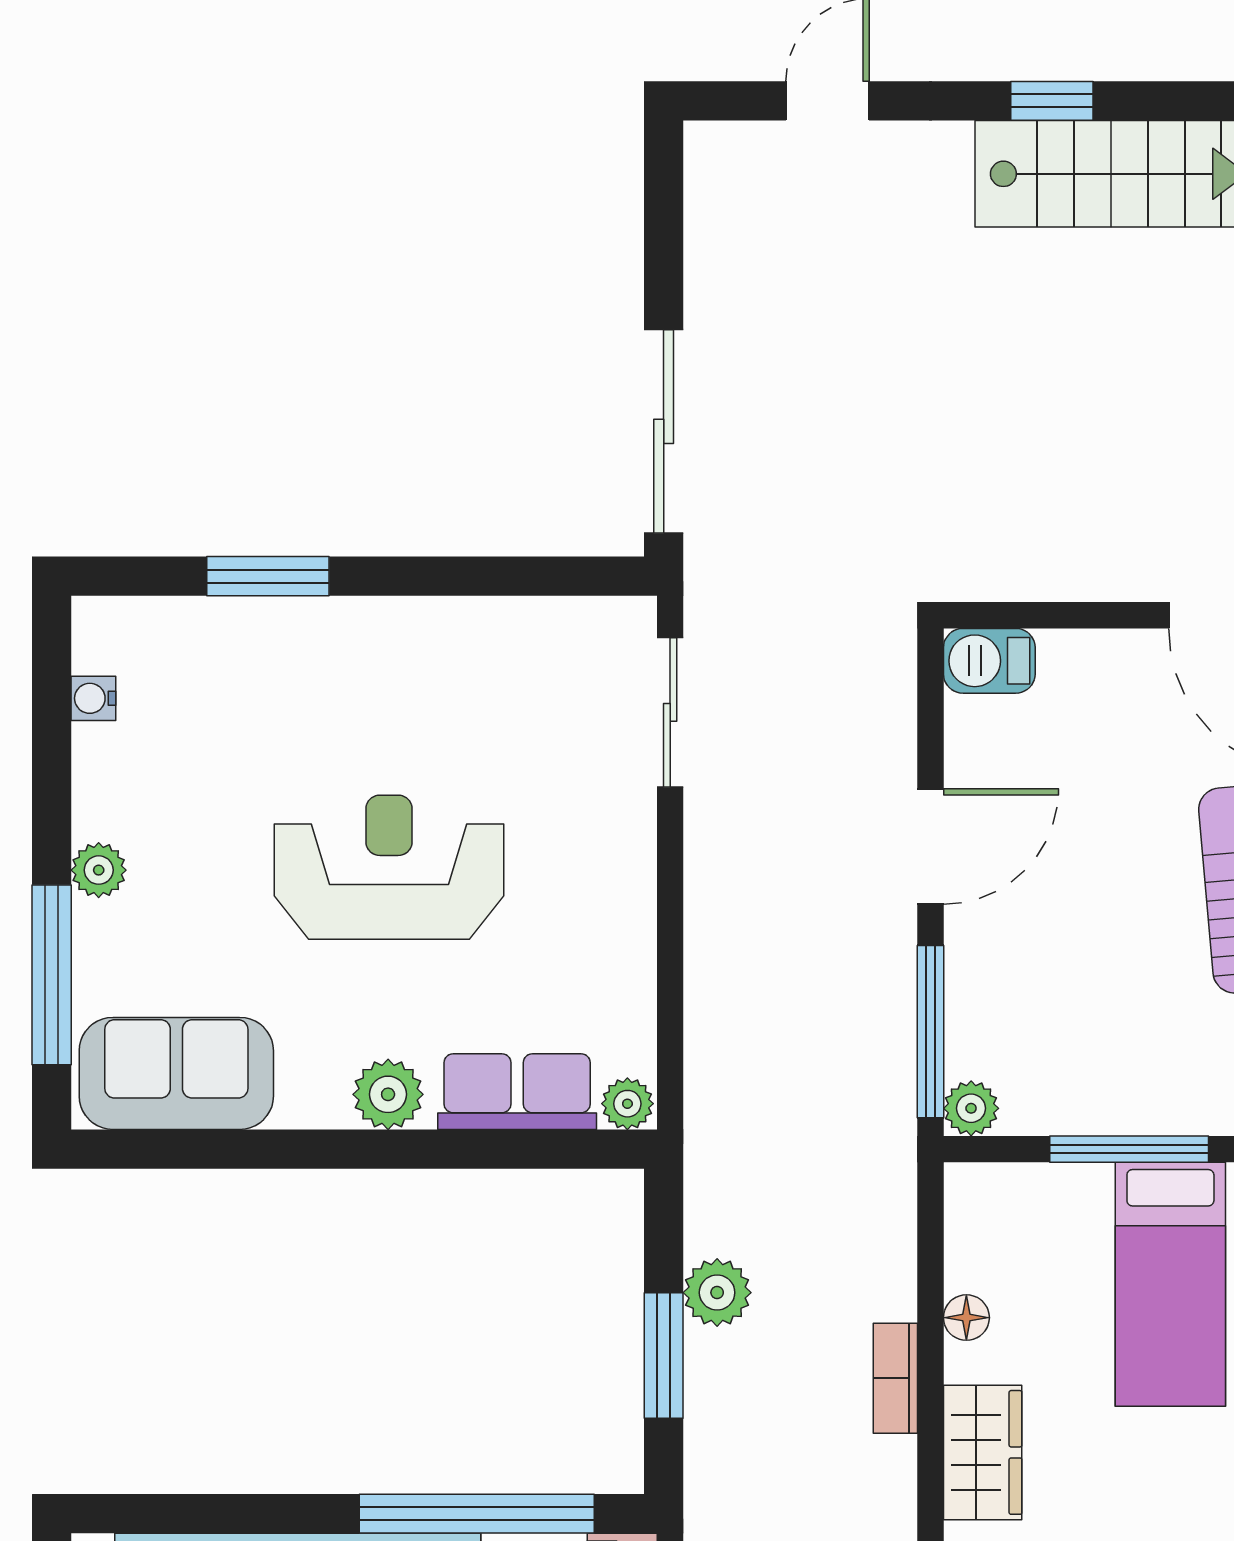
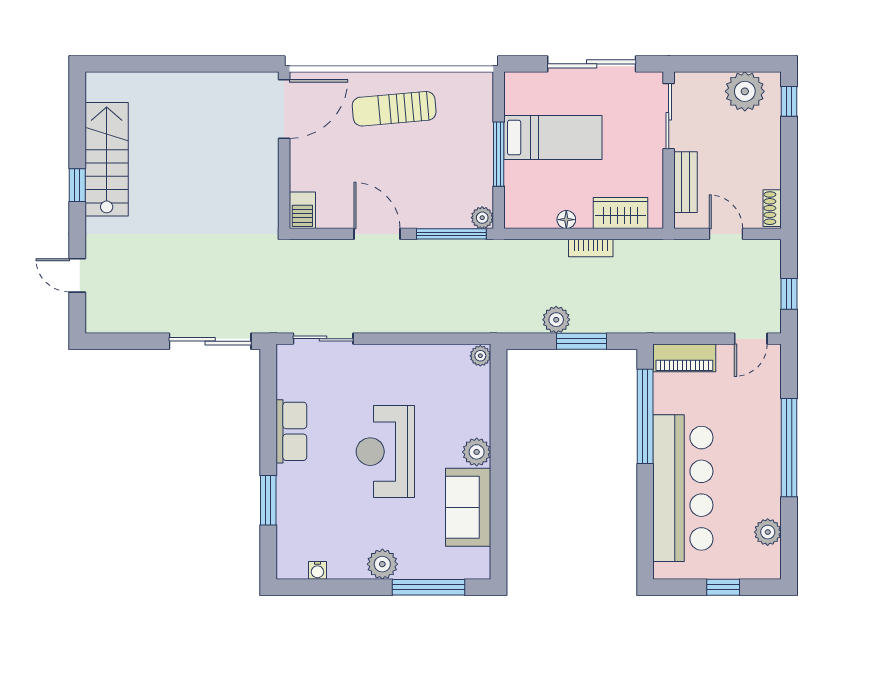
plant: (99, 870) -> (382, 564), width x1.38, depth x1.38
sofa: (176, 1073) -> (468, 507), moved
row of seats: (517, 1092) -> (291, 431), moved, turned 180

